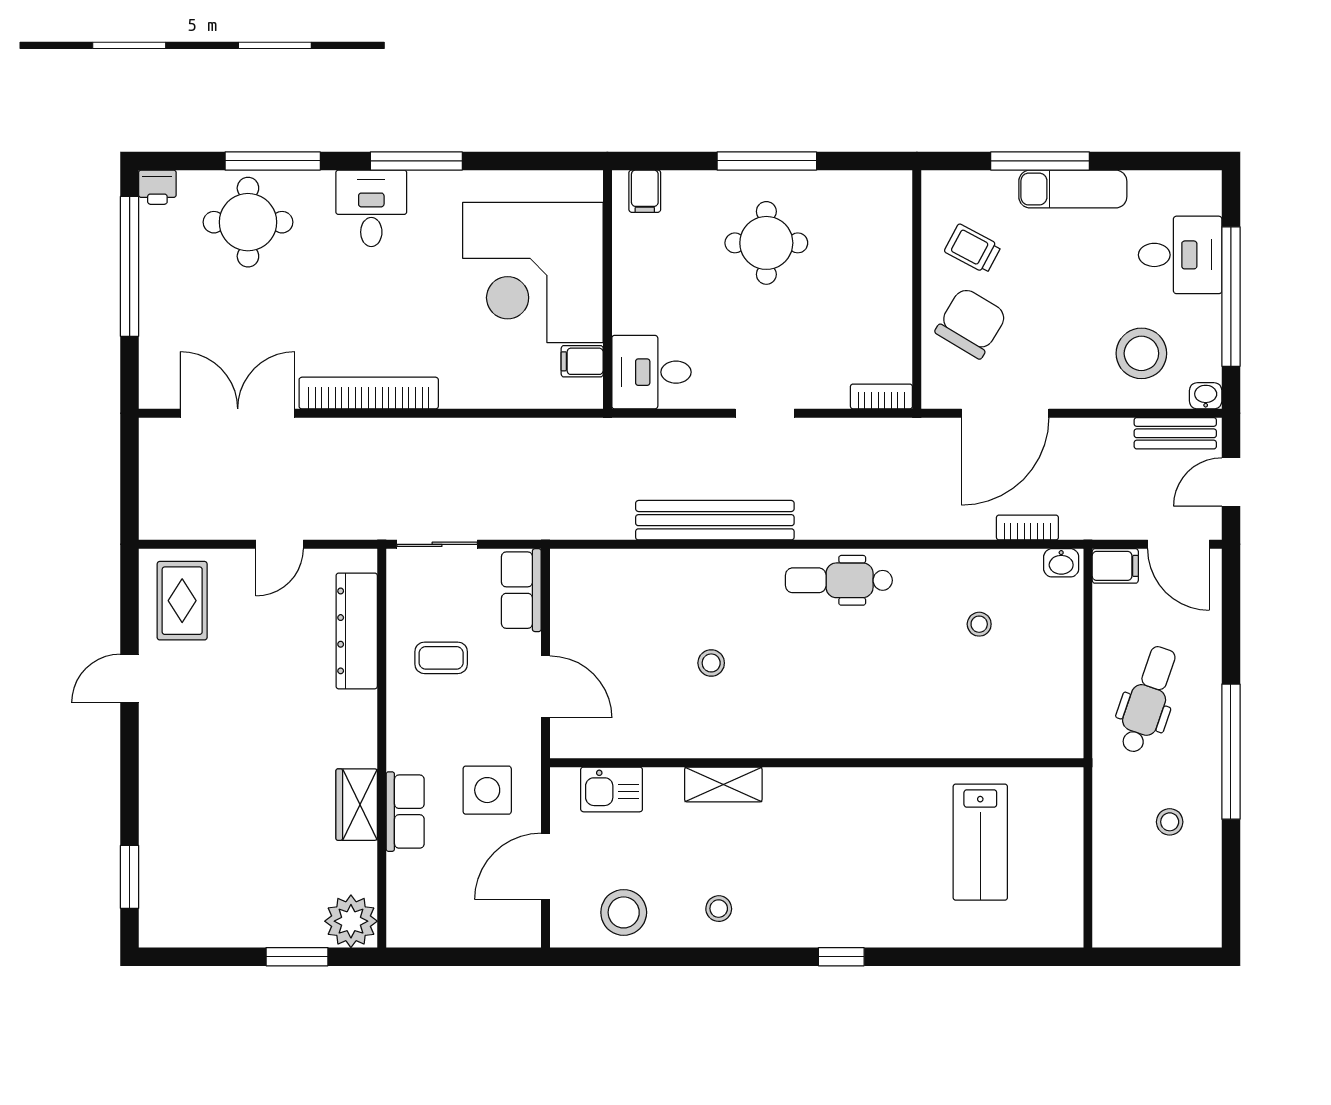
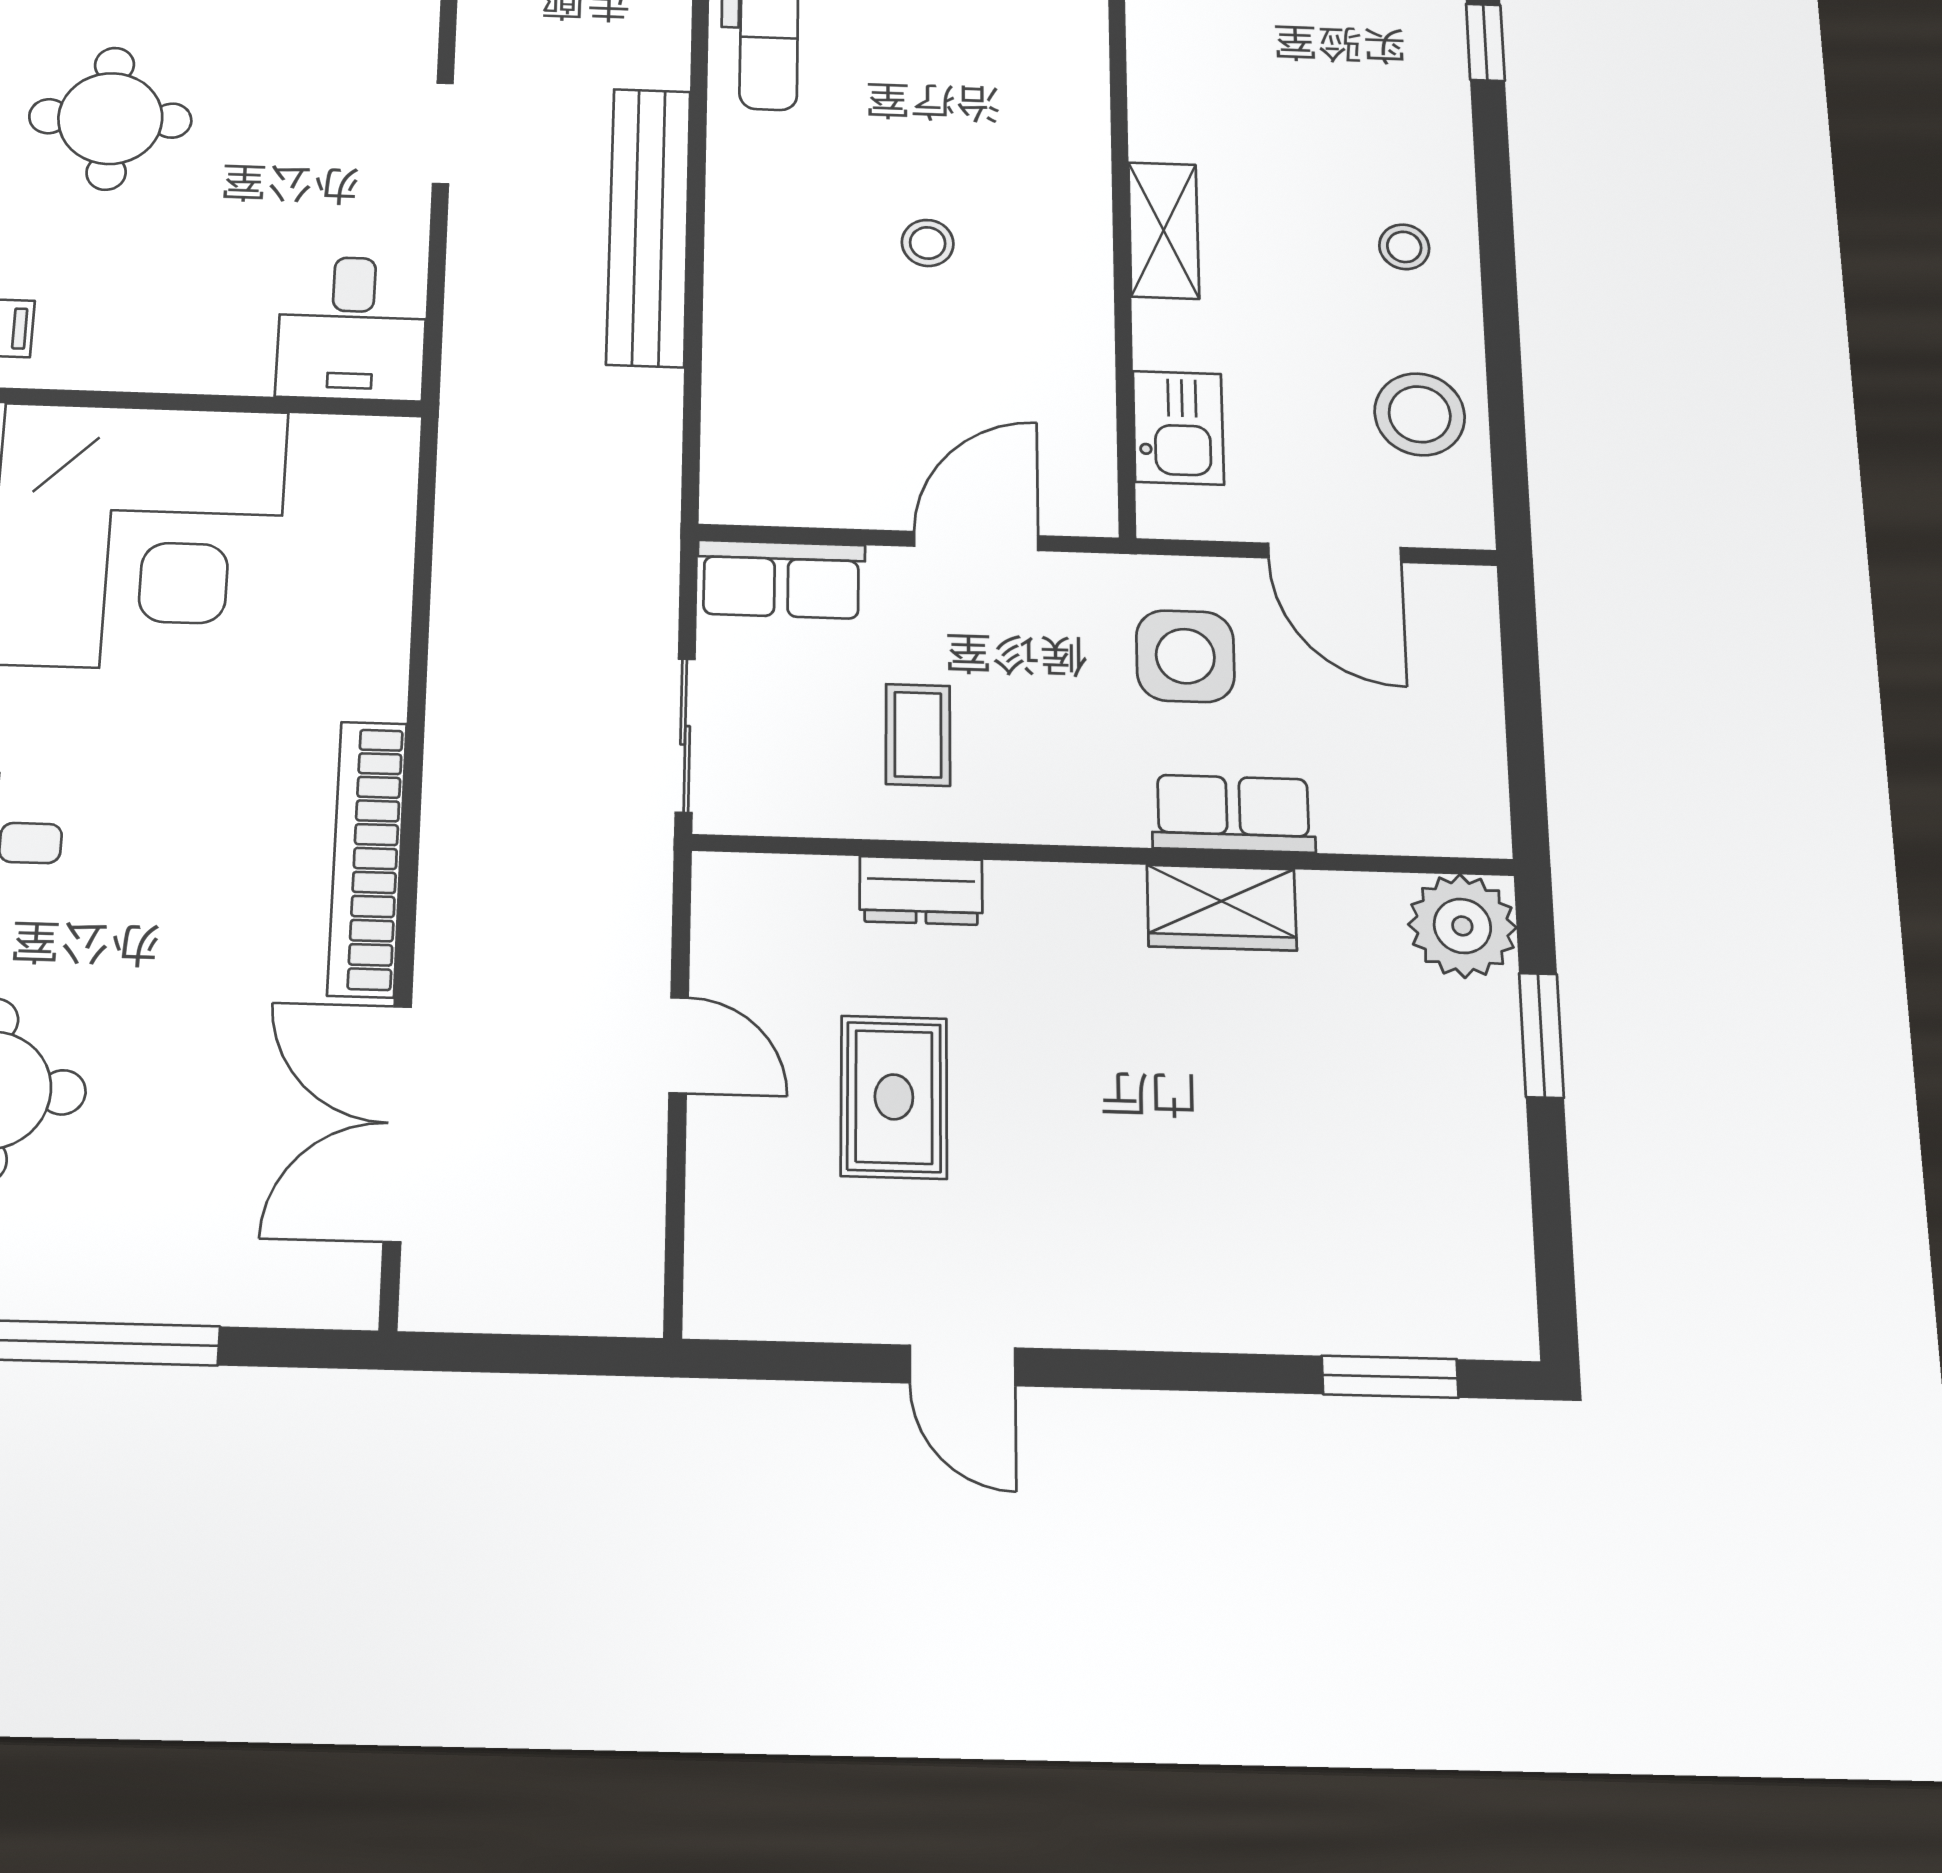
filing cabinet: (582, 361) -> (323, 452), removed
rug: (182, 601) -> (894, 1097), moved, turned 90
dresser: (357, 631) -> (921, 890), width x0.51, depth x0.80

